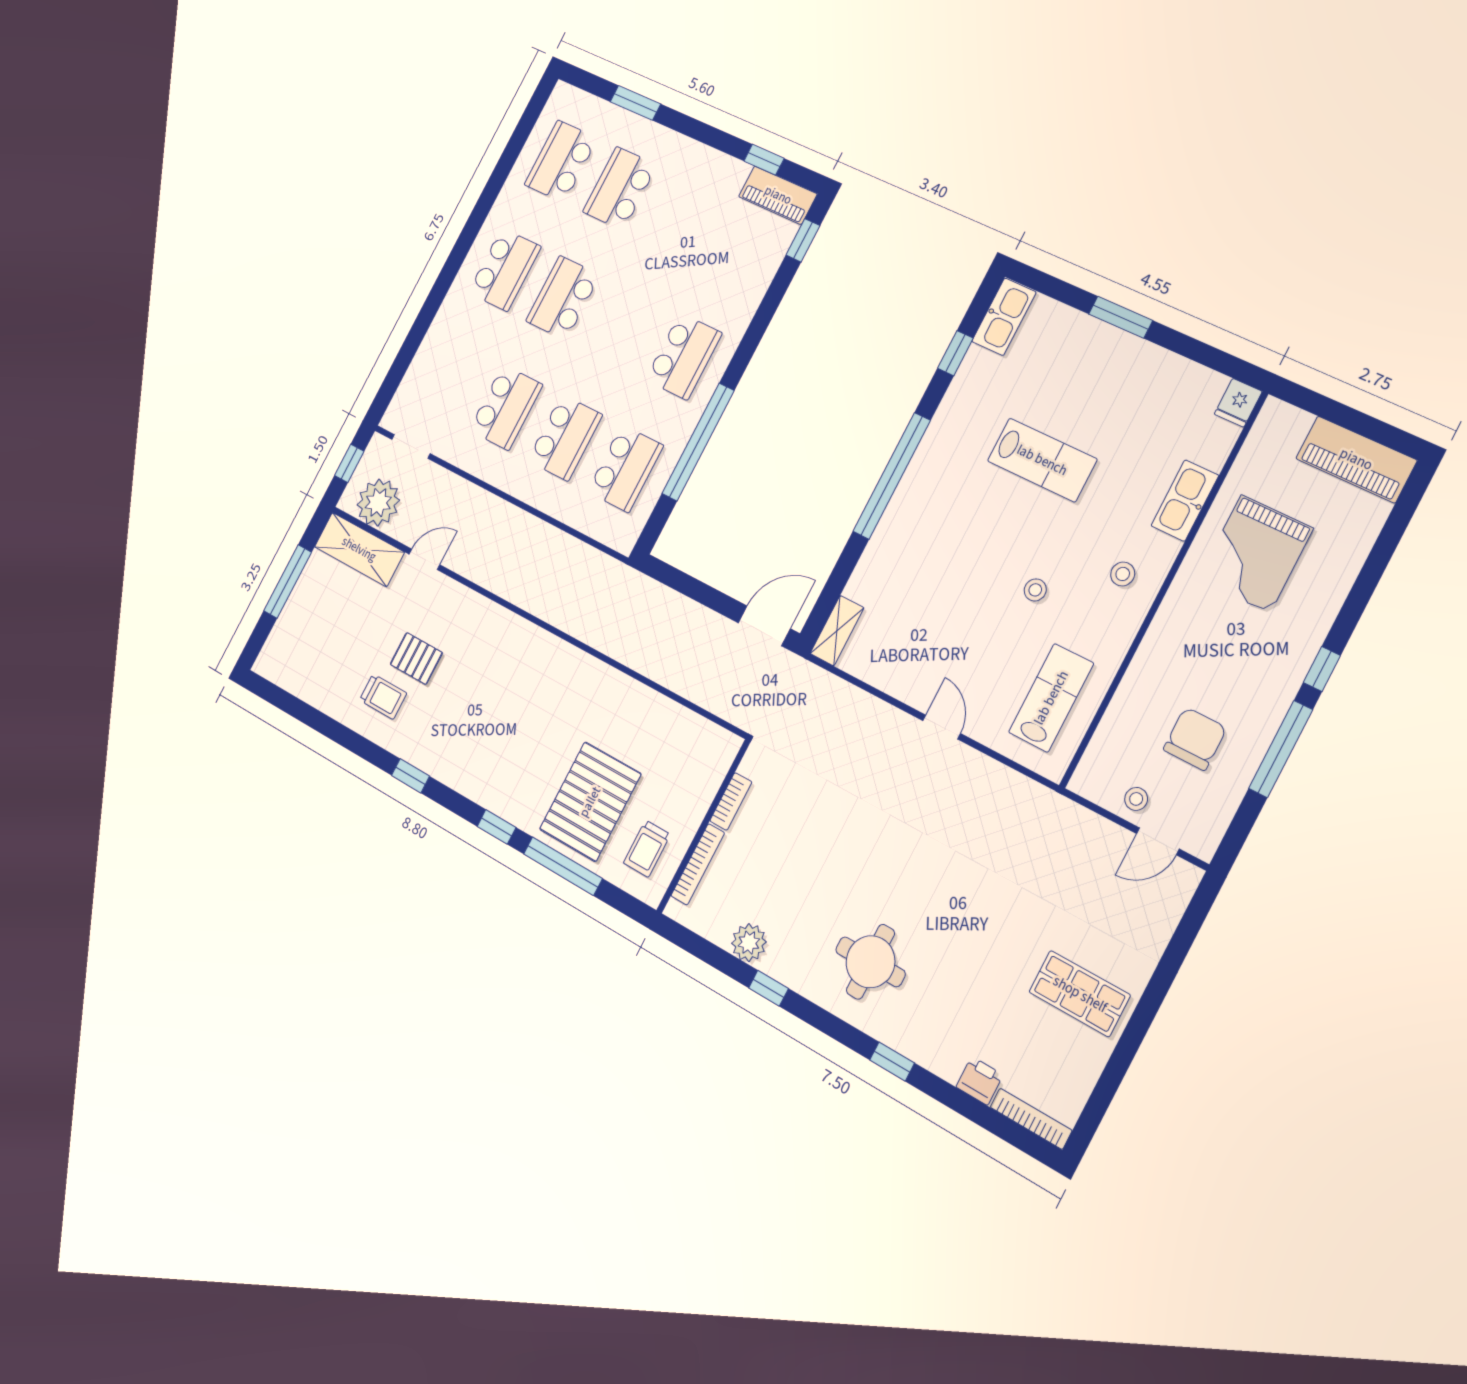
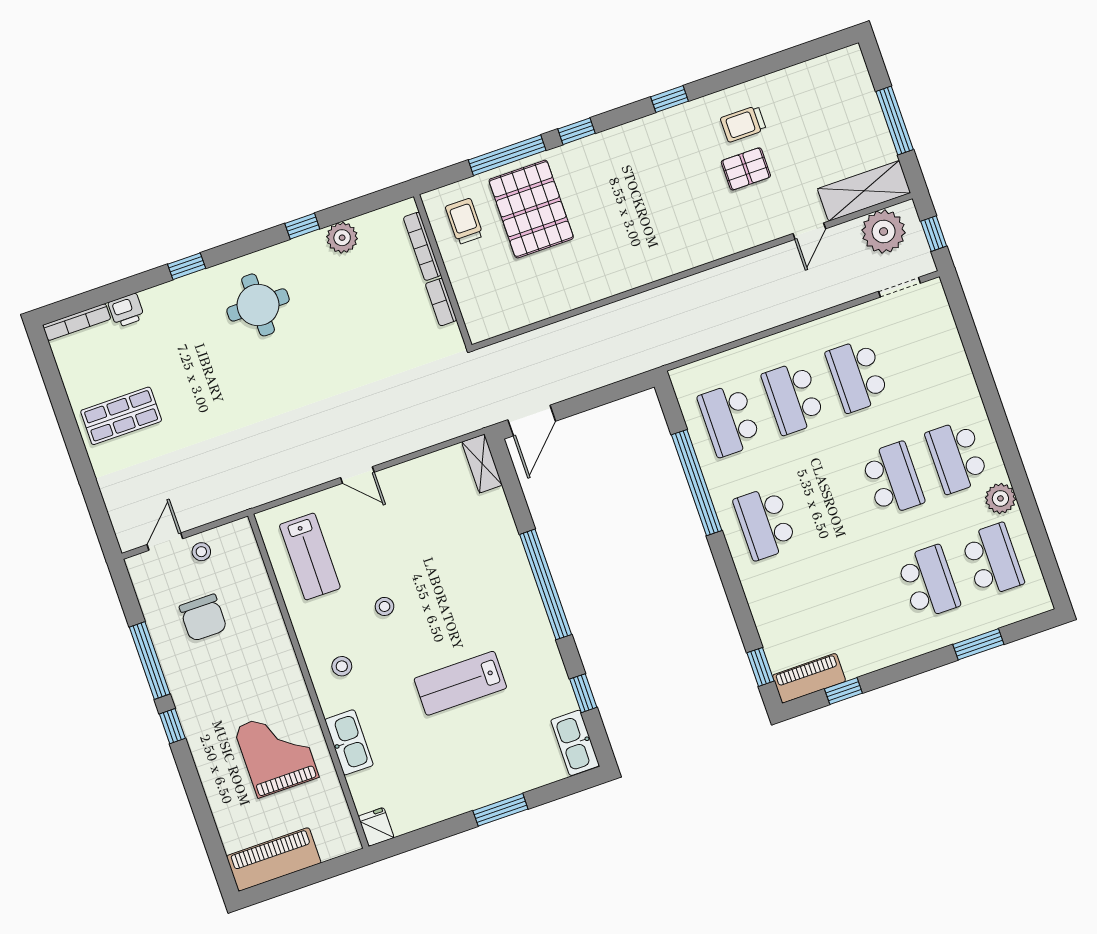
plant: (509, 205) -> (1000, 498), added

